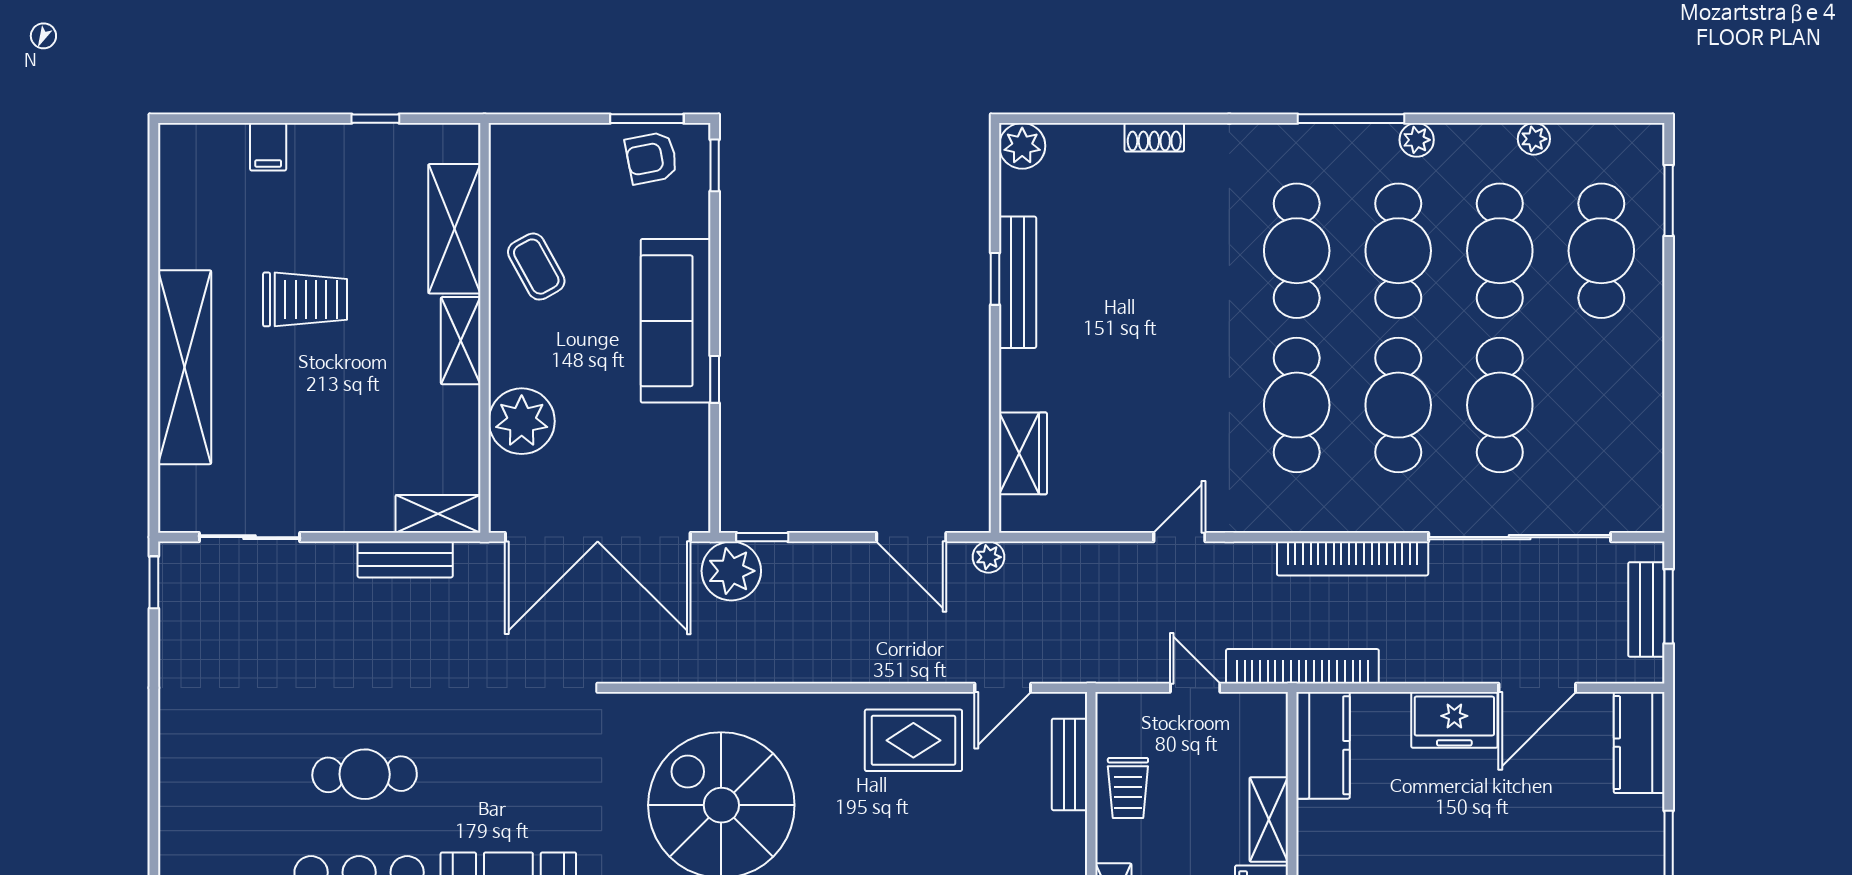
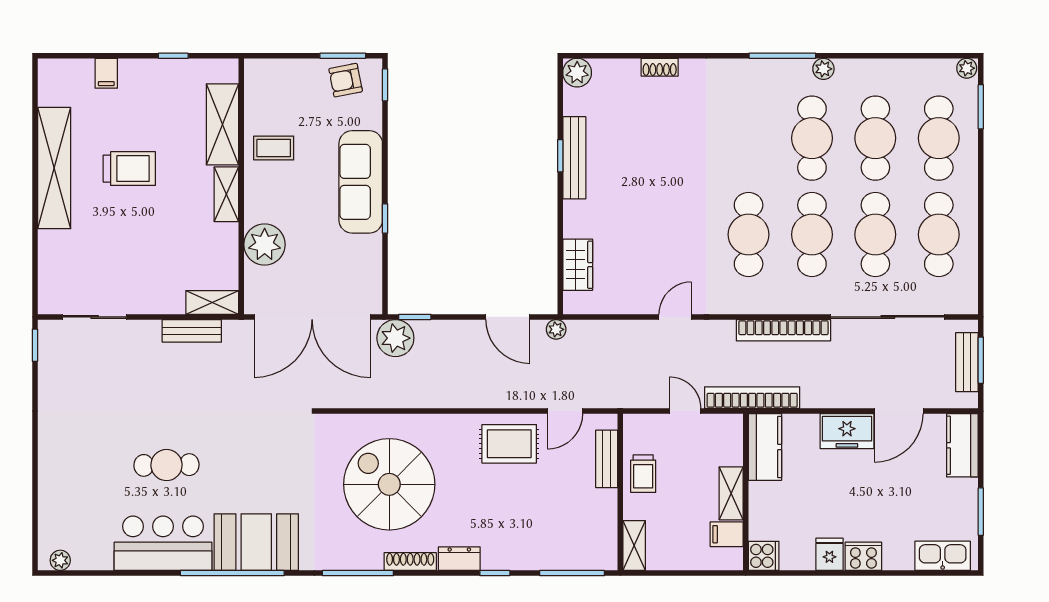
plant: (1534, 139) -> (967, 68), moved
cafe table: (1297, 251) -> (939, 235), moved
coffee table: (536, 267) -> (274, 148), turned -61
shelving: (185, 367) -> (54, 168), moved

